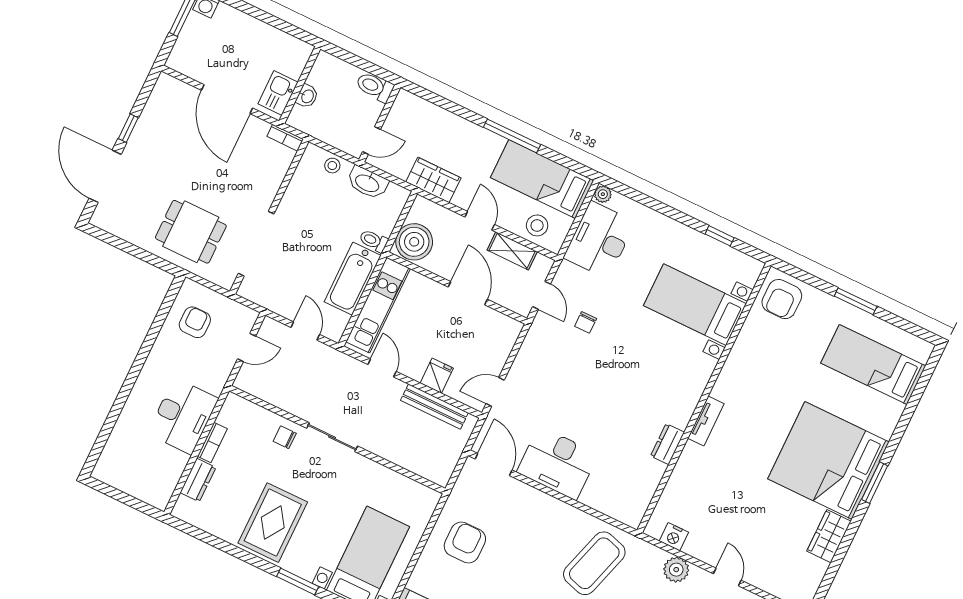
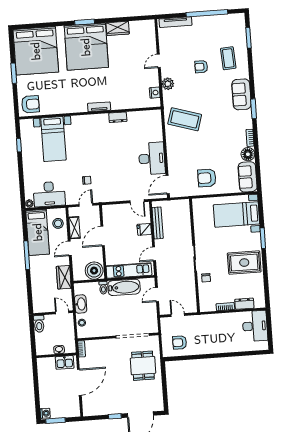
bed: (873, 365) -> (36, 51), width x2.04
desk: (183, 416) -> (255, 326), moved, turned 90

